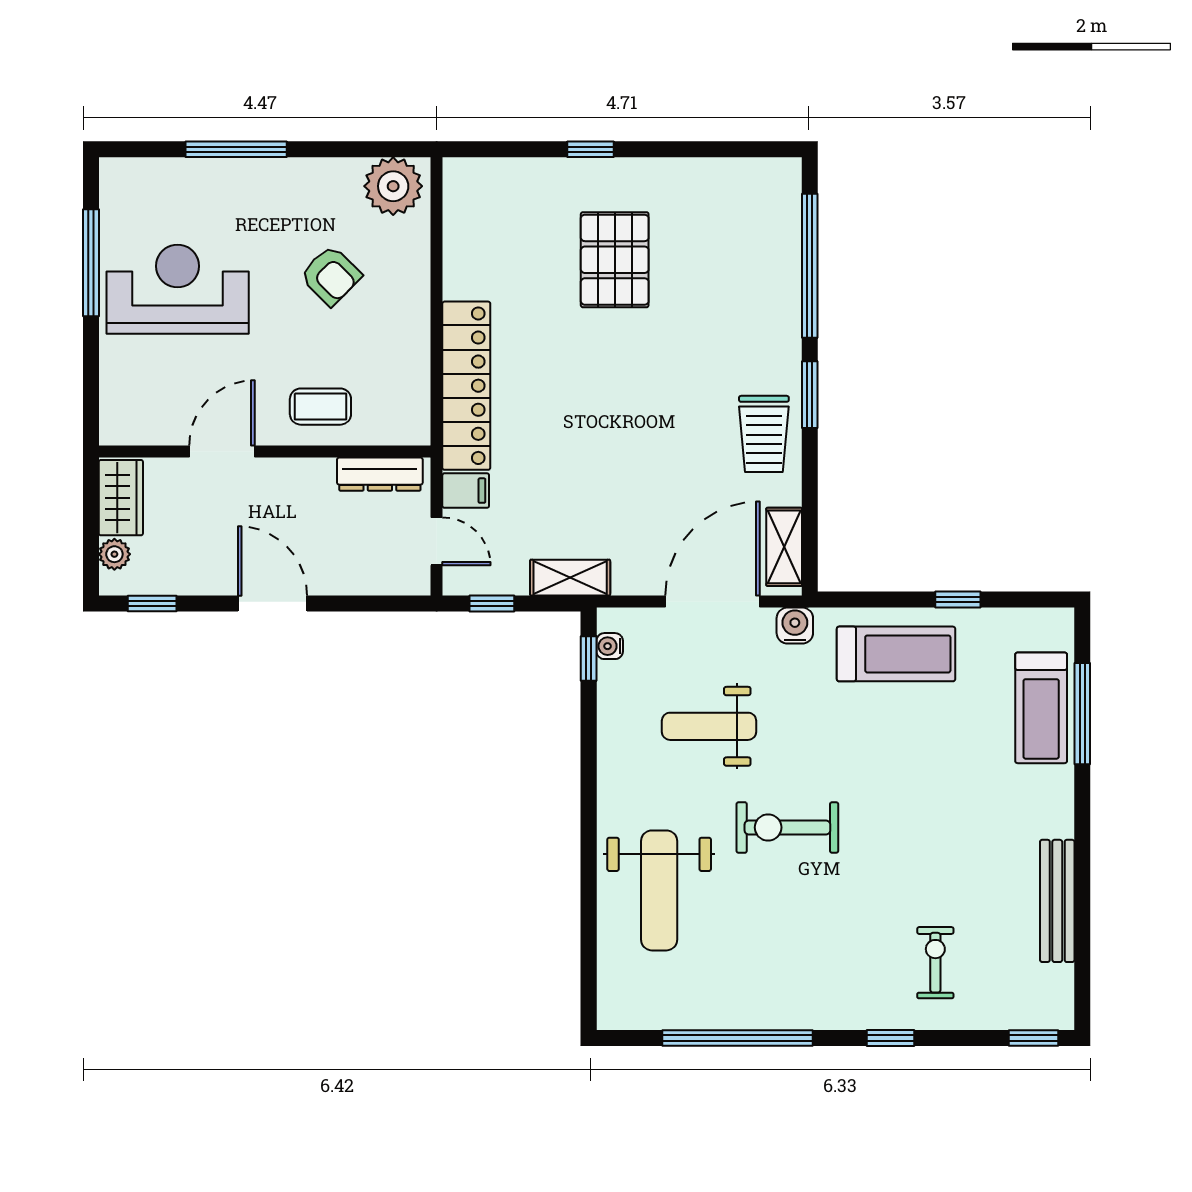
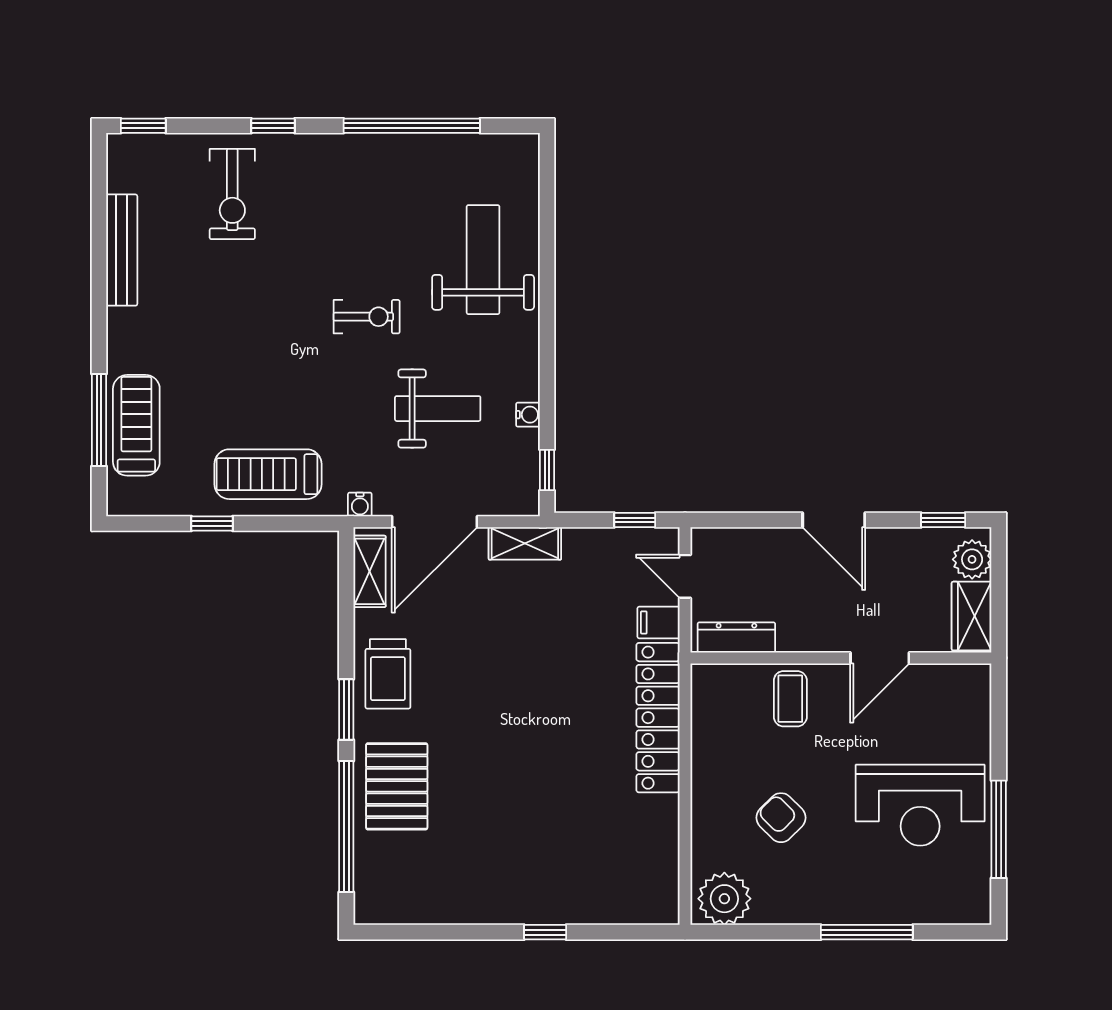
pallet: (615, 260) -> (397, 786), moved
coffee table: (320, 407) -> (790, 699), turned 90
trolley: (764, 434) -> (388, 674), turned 180
plant: (114, 554) -> (972, 559), width x1.38, depth x1.38
shelving: (570, 578) -> (525, 543), moved
water cooler: (795, 626) -> (360, 504), width x0.72, depth x0.72
water cooler: (610, 646) -> (528, 415), moved
exercise bike: (787, 827) -> (367, 317), width x0.73, depth x0.72
exercise bike: (935, 963) -> (232, 194), width x1.38, depth x1.39

